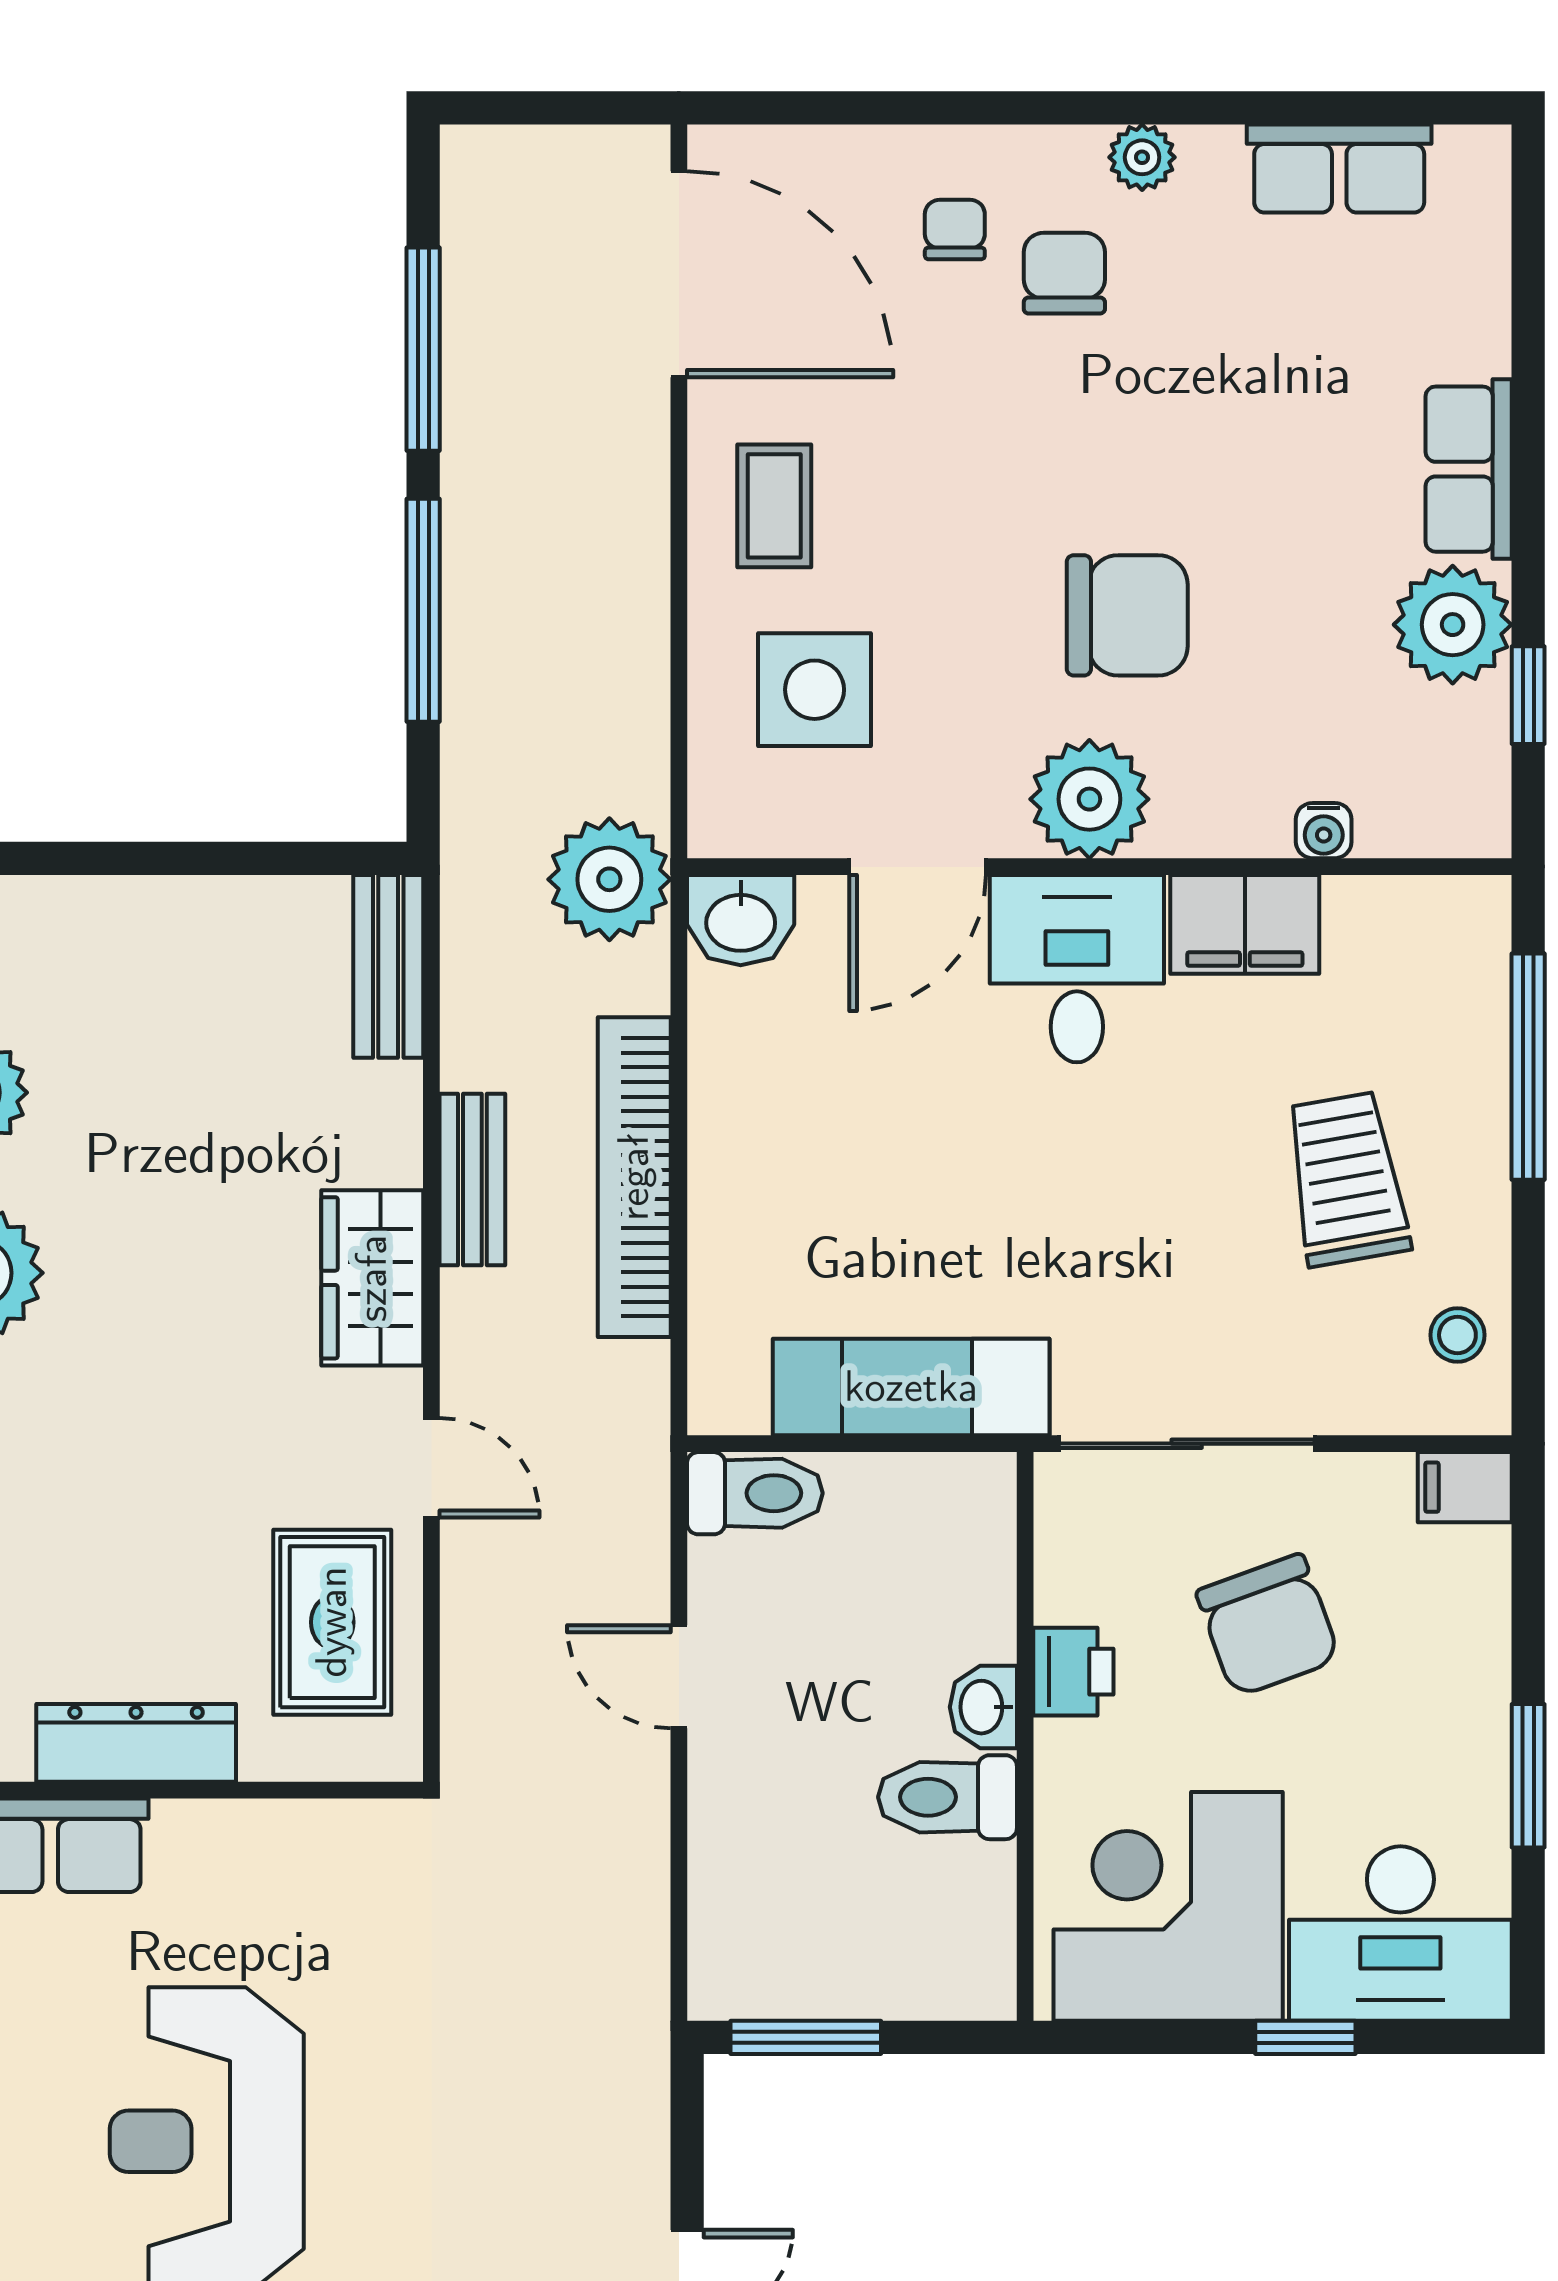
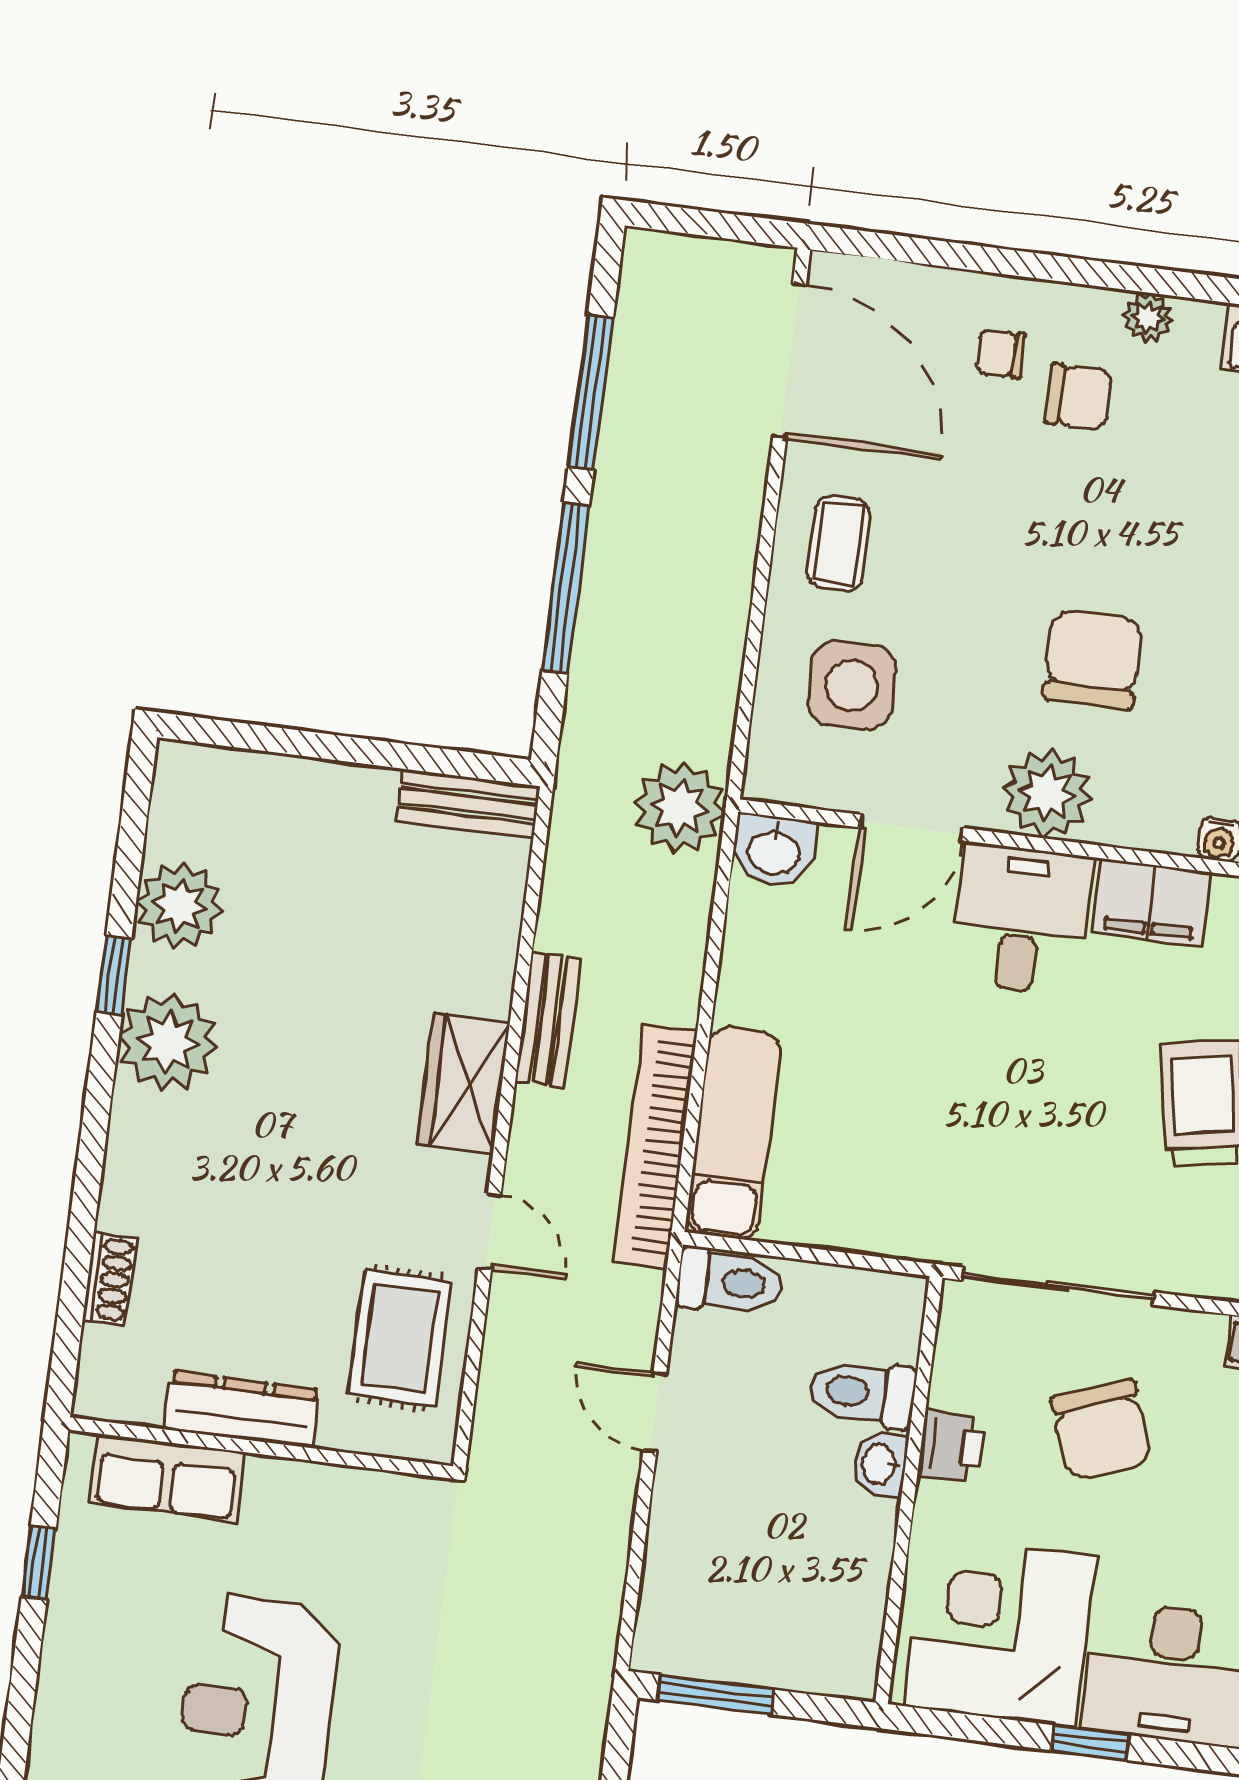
chair: (955, 230) -> (1001, 354), turned -90
chair: (1064, 273) -> (1079, 397), turned 90
chair: (1127, 615) -> (1093, 660), turned -90
bench: (388, 966) -> (468, 804), moved, turned 90
bookcase: (634, 1177) -> (655, 1146), moved
exam couch: (911, 1387) -> (734, 1133), moved, turned 90
toilet: (947, 1797) -> (862, 1393), moved

